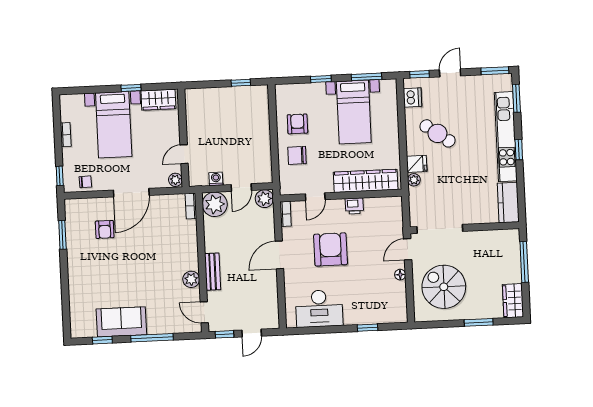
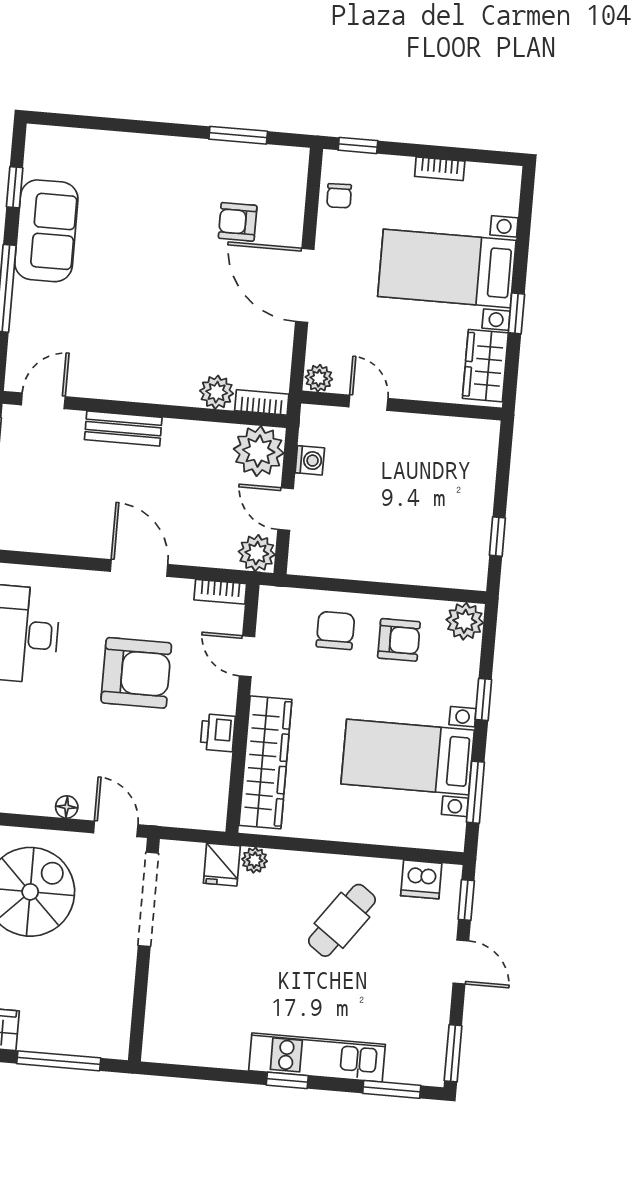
plant: (284, 93) -> (465, 621), added
kitchen unit: (506, 137) -> (317, 1058), width x0.73
fridge: (417, 164) -> (222, 865), moved
kitchen counter: (508, 203) -> (183, 1045), removed
plant: (191, 279) -> (217, 392), moved

